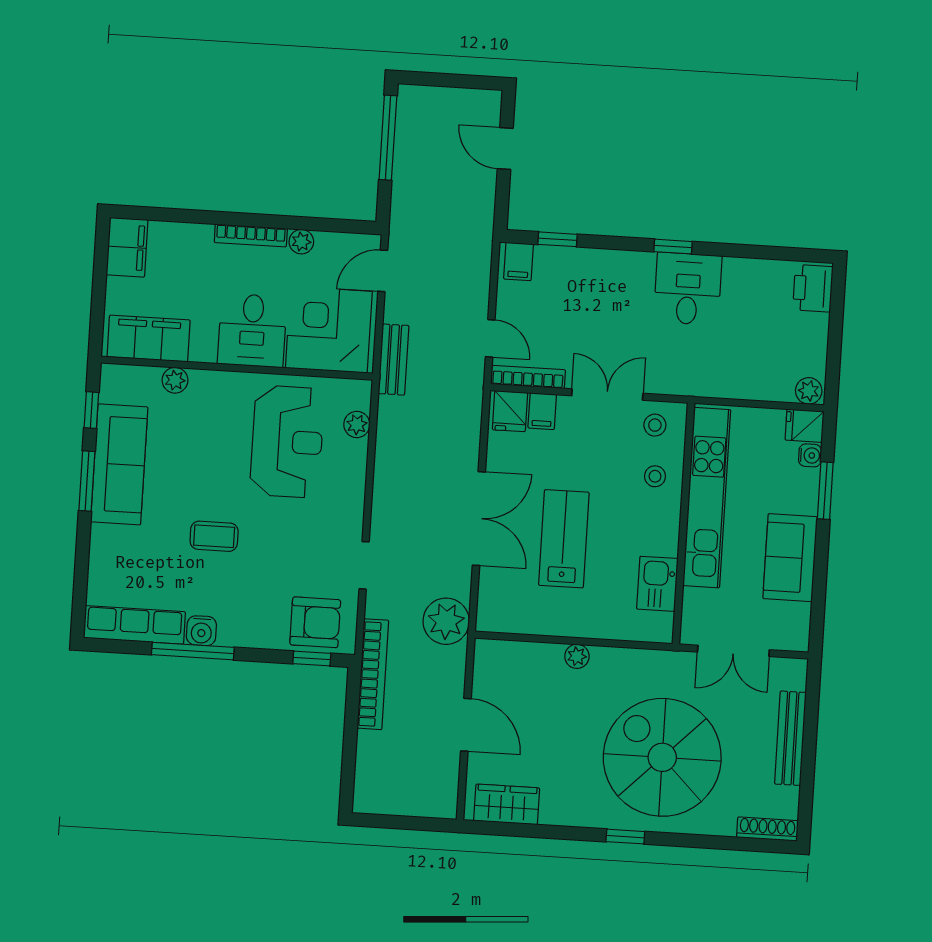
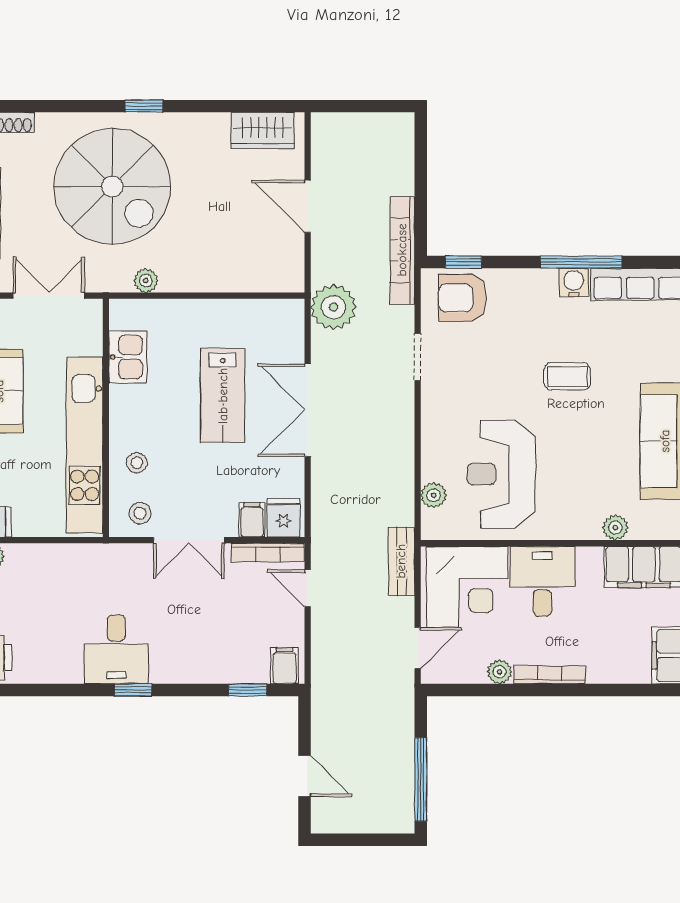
plant: (577, 656) -> (146, 281), moved

